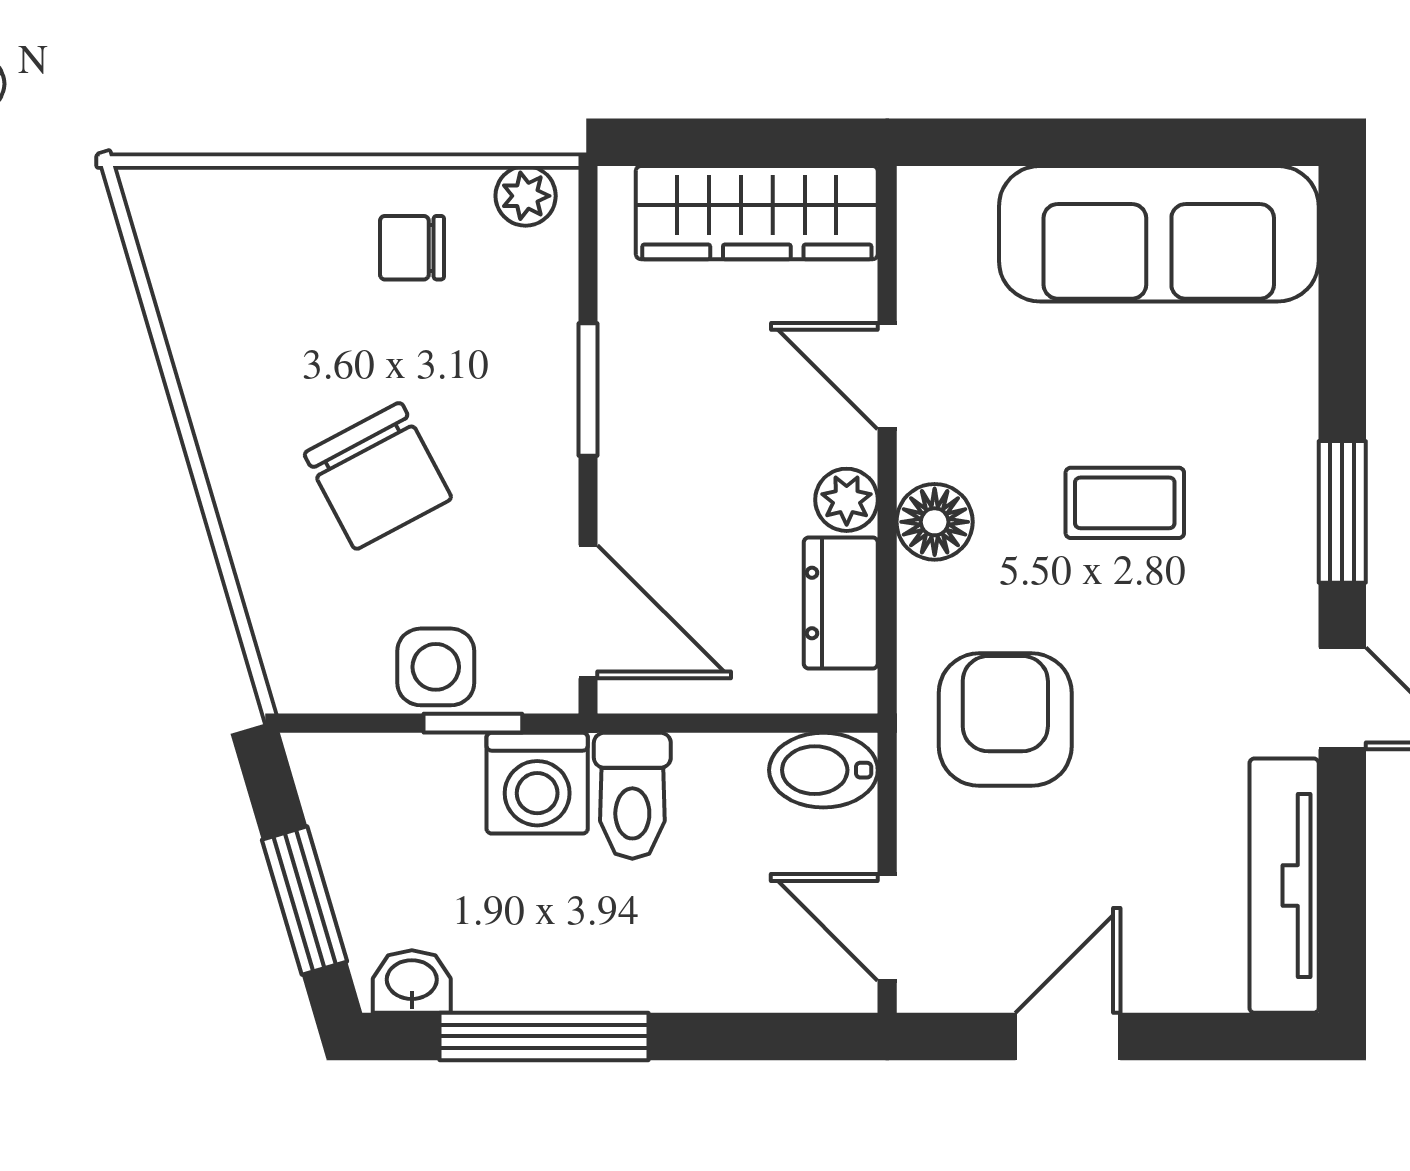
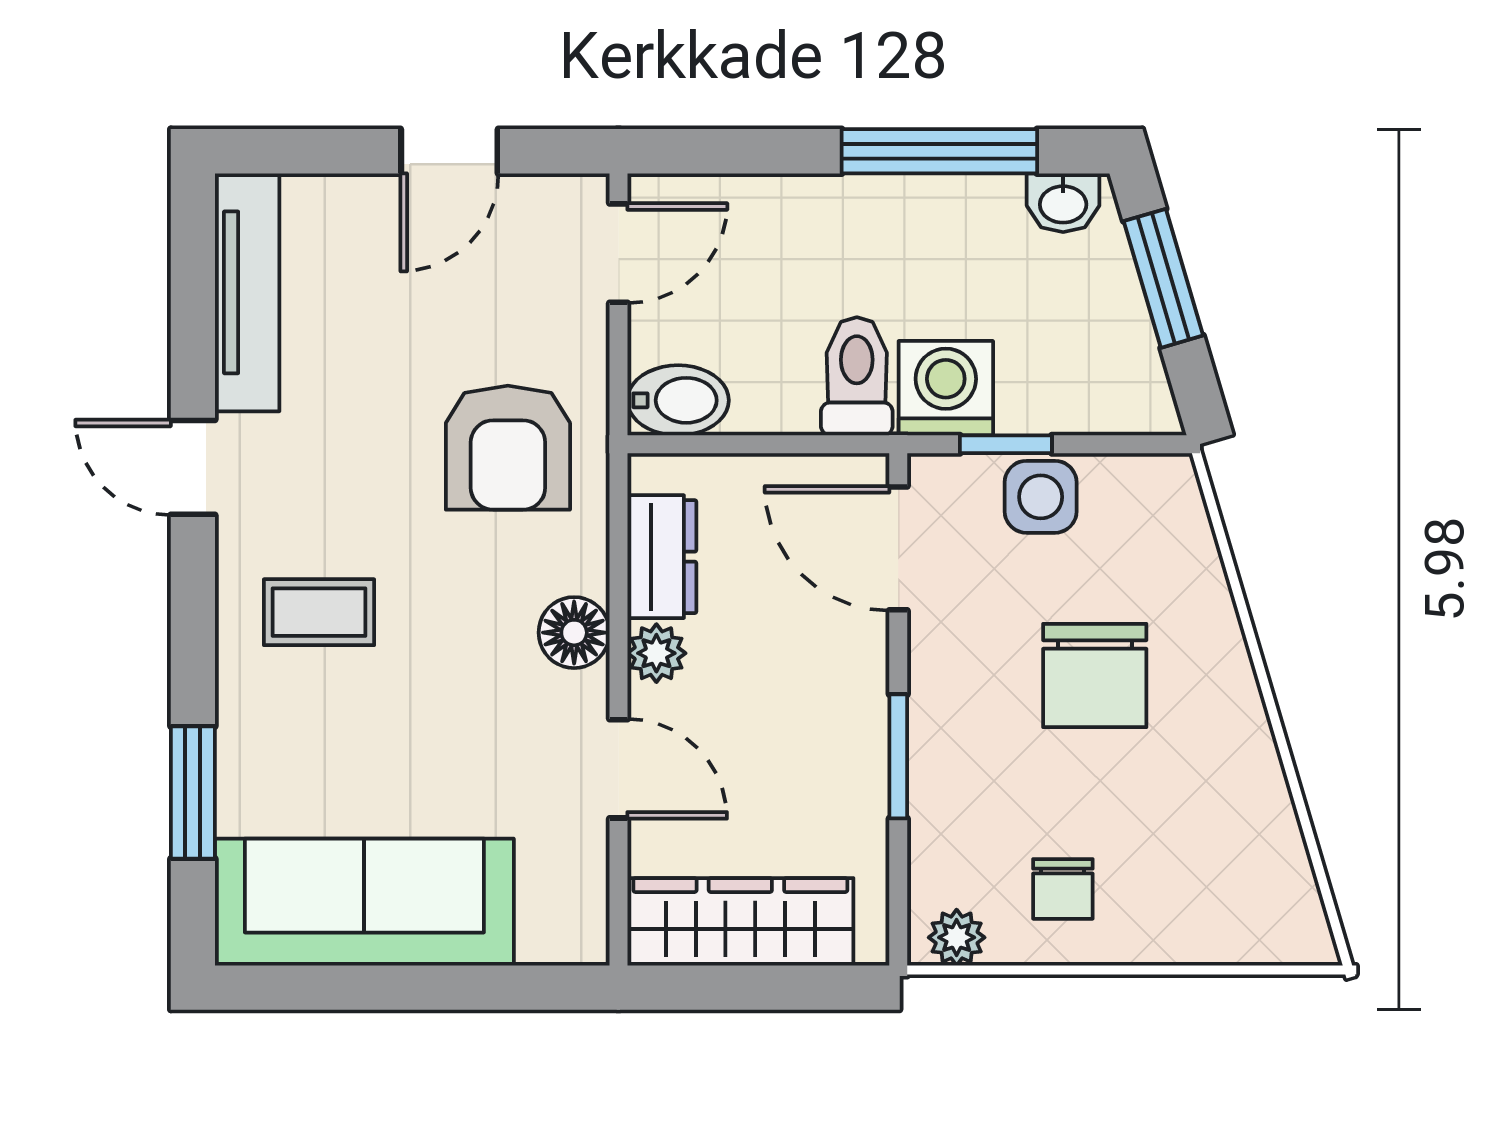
chair: (412, 248) -> (1063, 889), turned 90
chair: (378, 476) -> (1095, 675), turned -152
coffee table: (1125, 503) -> (319, 612), moved
window: (1342, 512) -> (193, 792), moved
door: (887, 927) -> (618, 253), hinge flipped

